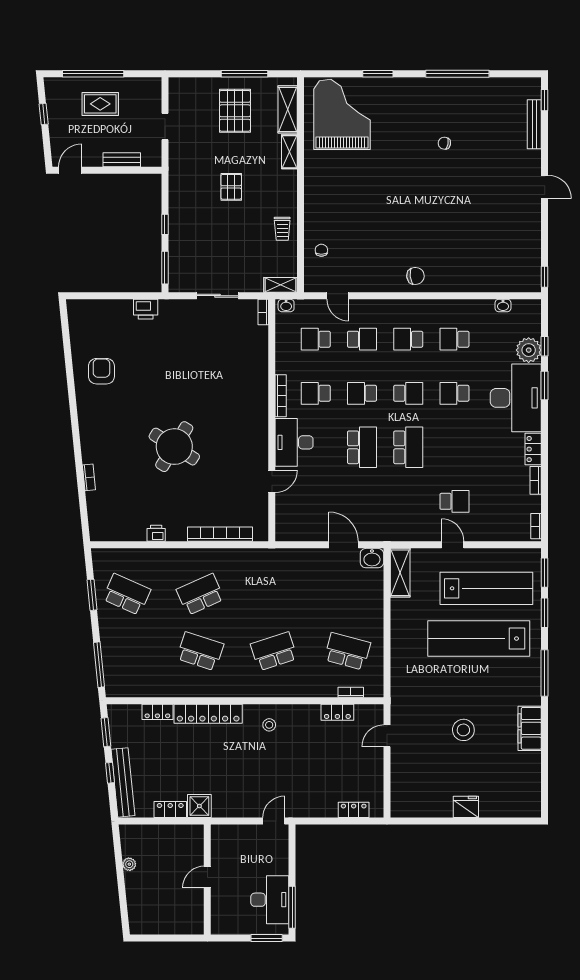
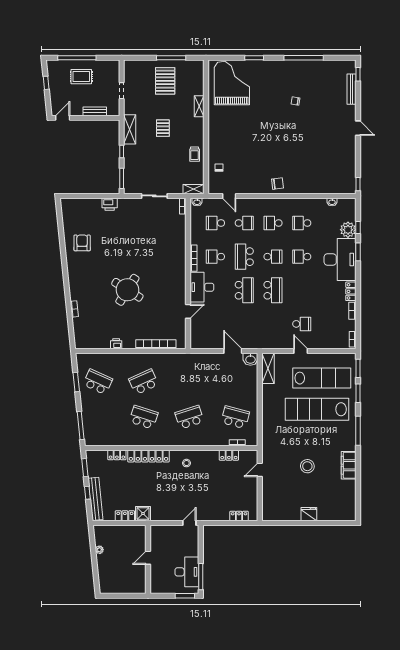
shelving: (288, 109) -> (130, 129), moved
school desk: (362, 393) -> (244, 257), width x1.85

